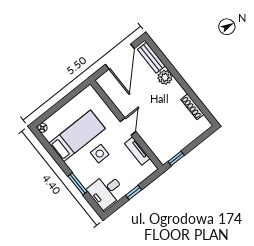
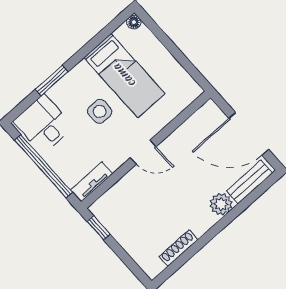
tv unit: (137, 151) -> (92, 182), moved
window: (134, 192) -> (43, 166), width x3.17

